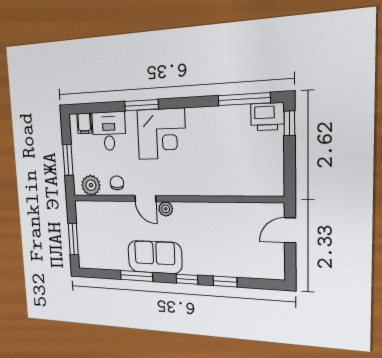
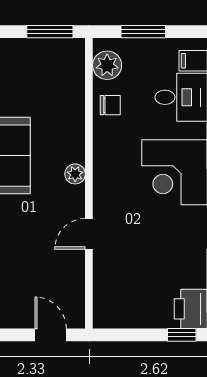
door: (145, 198) -> (89, 234), moved
window: (73, 239) -> (50, 32), moved

